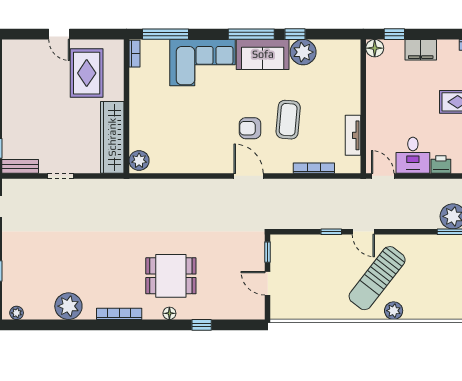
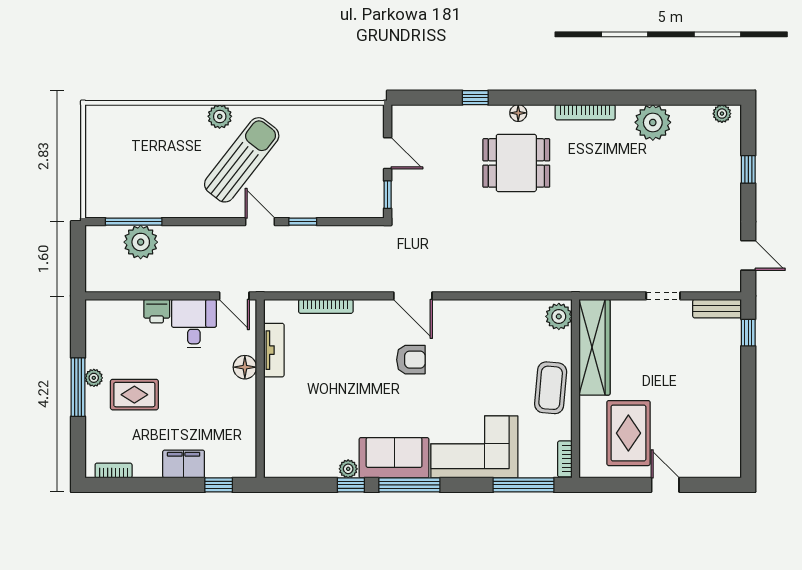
floor lamp: (375, 48) -> (245, 367), moved
plant: (303, 52) -> (348, 469), width x0.53, depth x0.53
coffee table: (288, 120) -> (551, 388), moved

